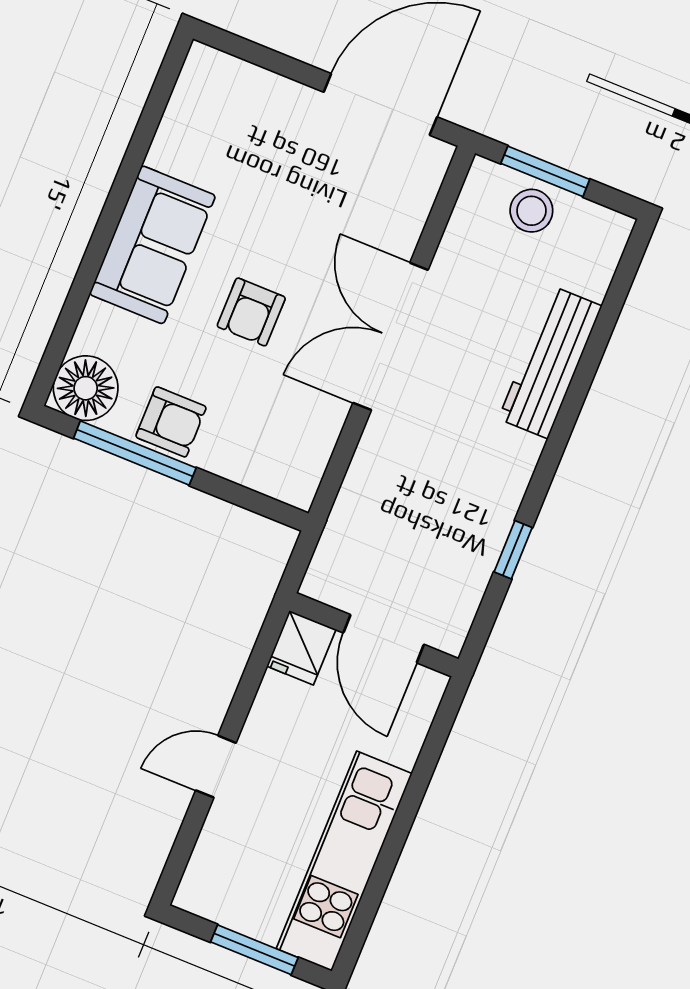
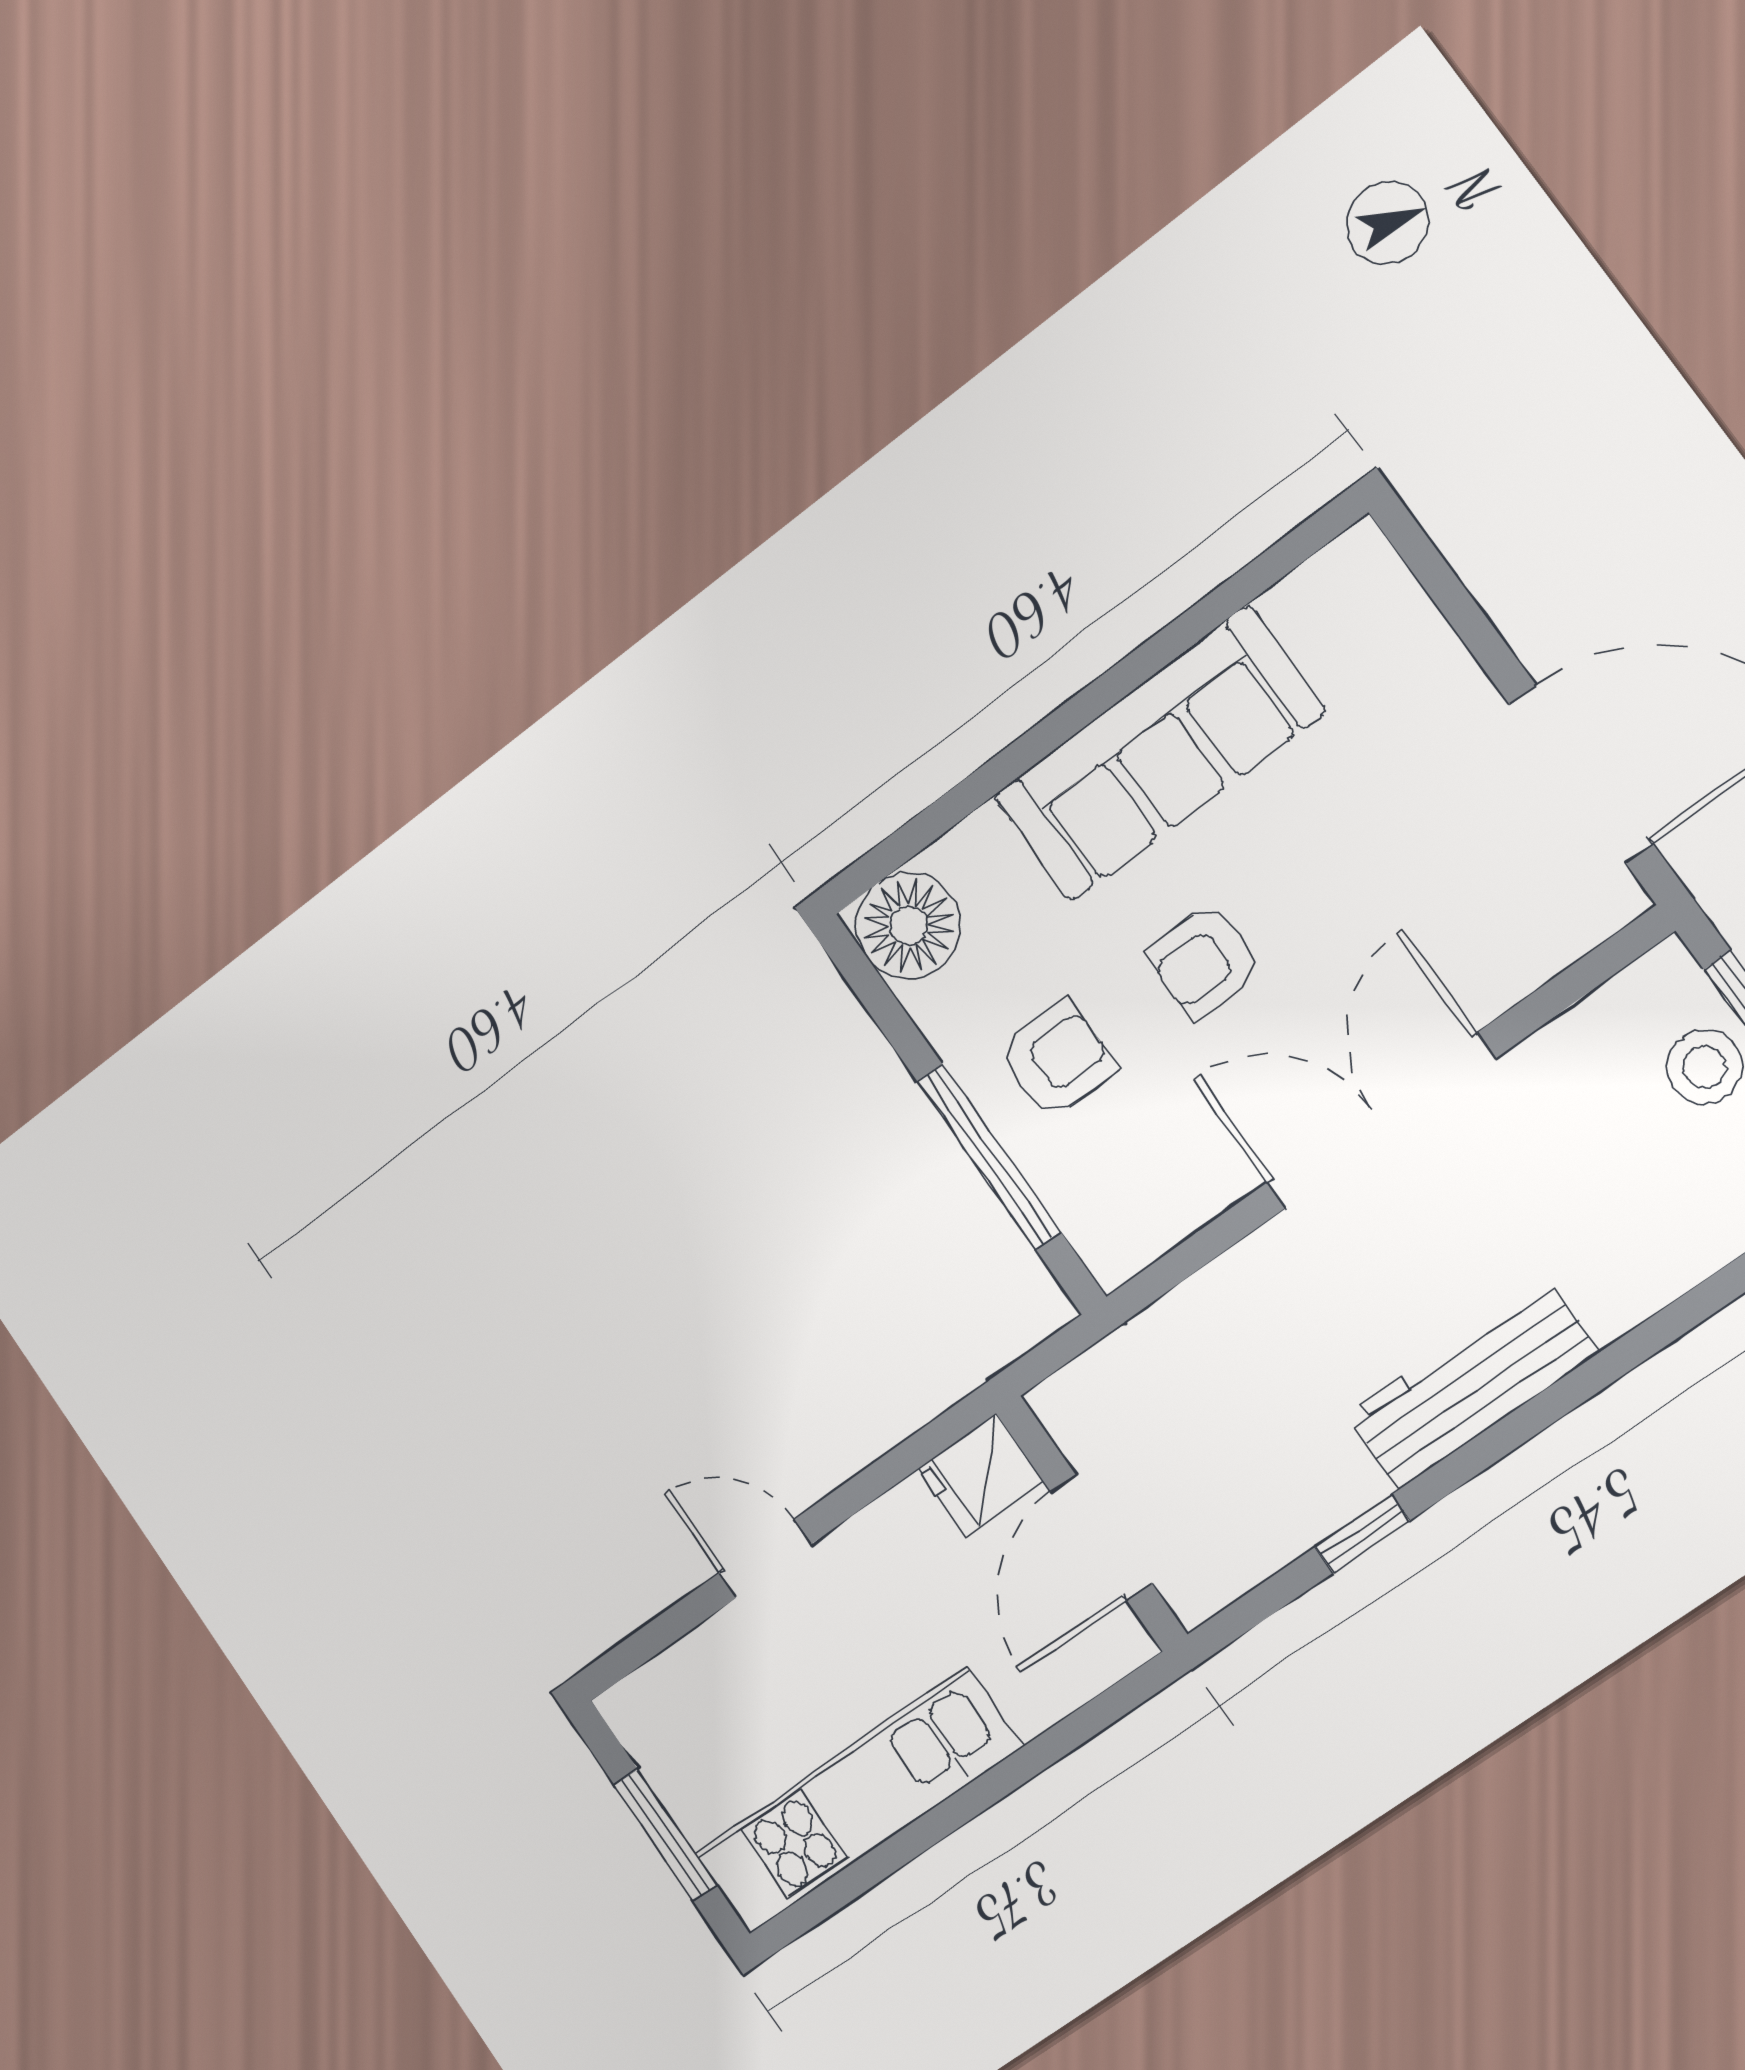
sofa: (152, 245) -> (1159, 754), width x1.36
workbench: (550, 362) -> (1472, 1384), moved
armchair: (171, 422) -> (1057, 1059), moved, turned -90
window: (135, 453) -> (989, 1156), moved

